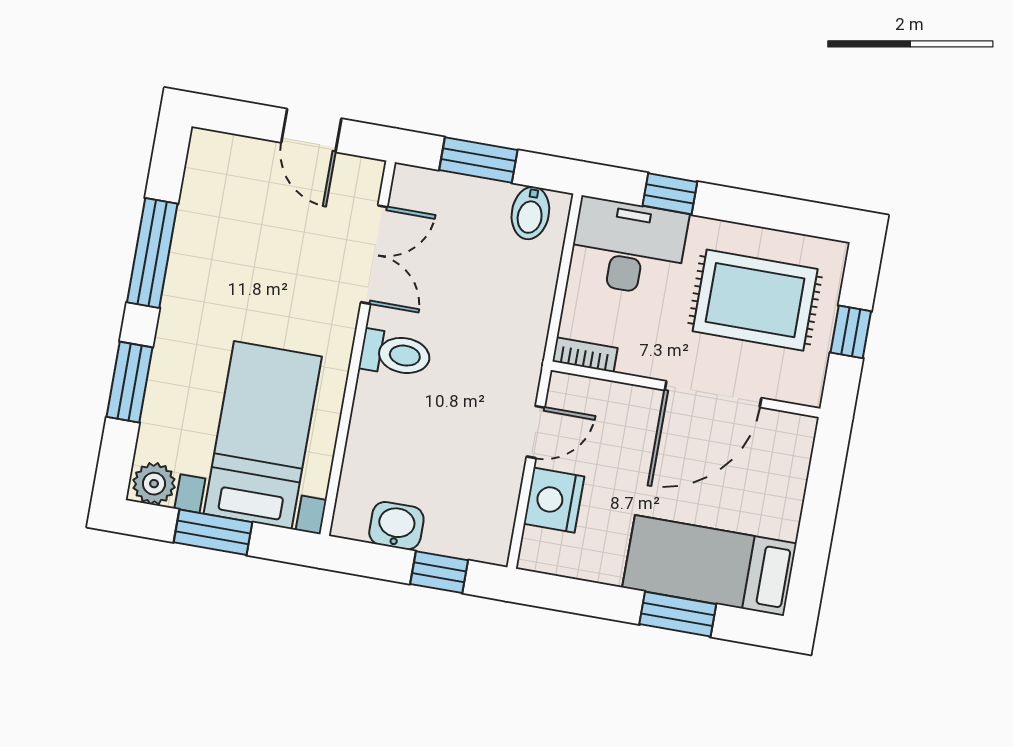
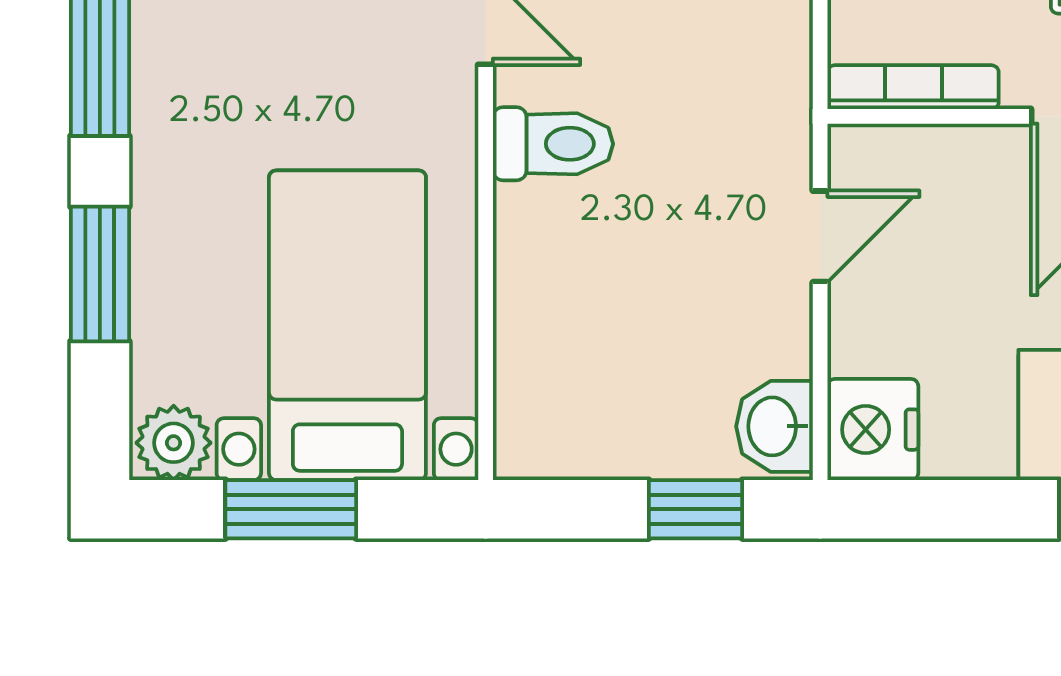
bookcase: (585, 355) -> (913, 87), width x1.56
nightstand: (554, 500) -> (873, 430), moved
washbasin: (396, 526) -> (775, 426), moved, turned -90

